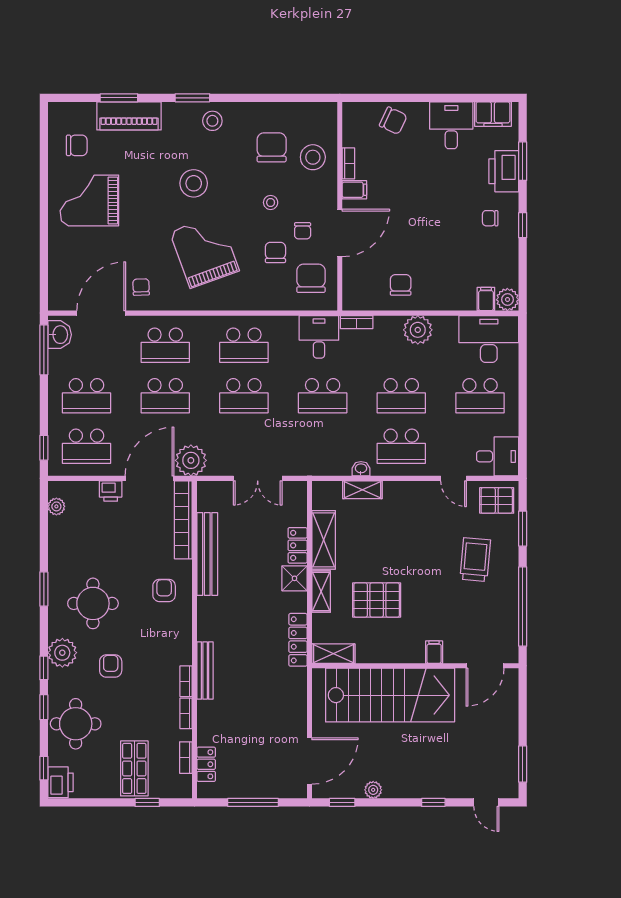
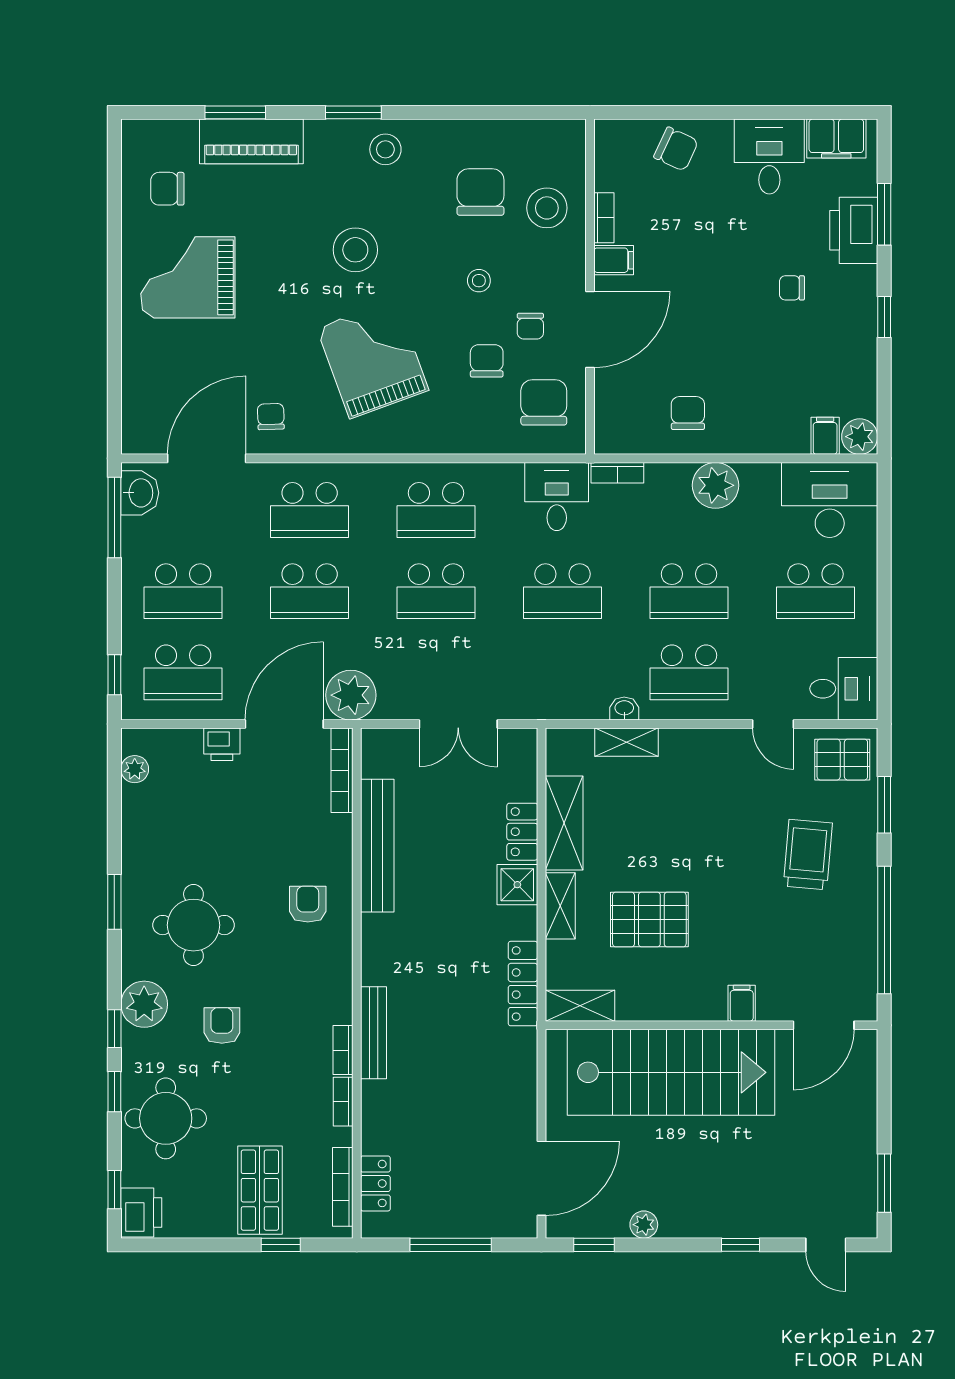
chair: (77, 145) -> (167, 189), turned 180
chair: (490, 218) -> (792, 288), moved
bookcase: (183, 520) -> (342, 770), width x0.68, depth x0.76
bookcase: (186, 758) -> (343, 1187), width x1.56

